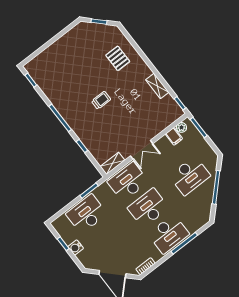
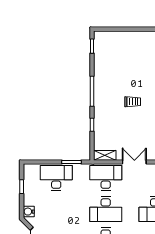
double door: (142, 150) -> (134, 162), swing flipped
desk: (148, 208) -> (106, 209), turned 180
water cooler: (76, 247) -> (29, 212), moved

